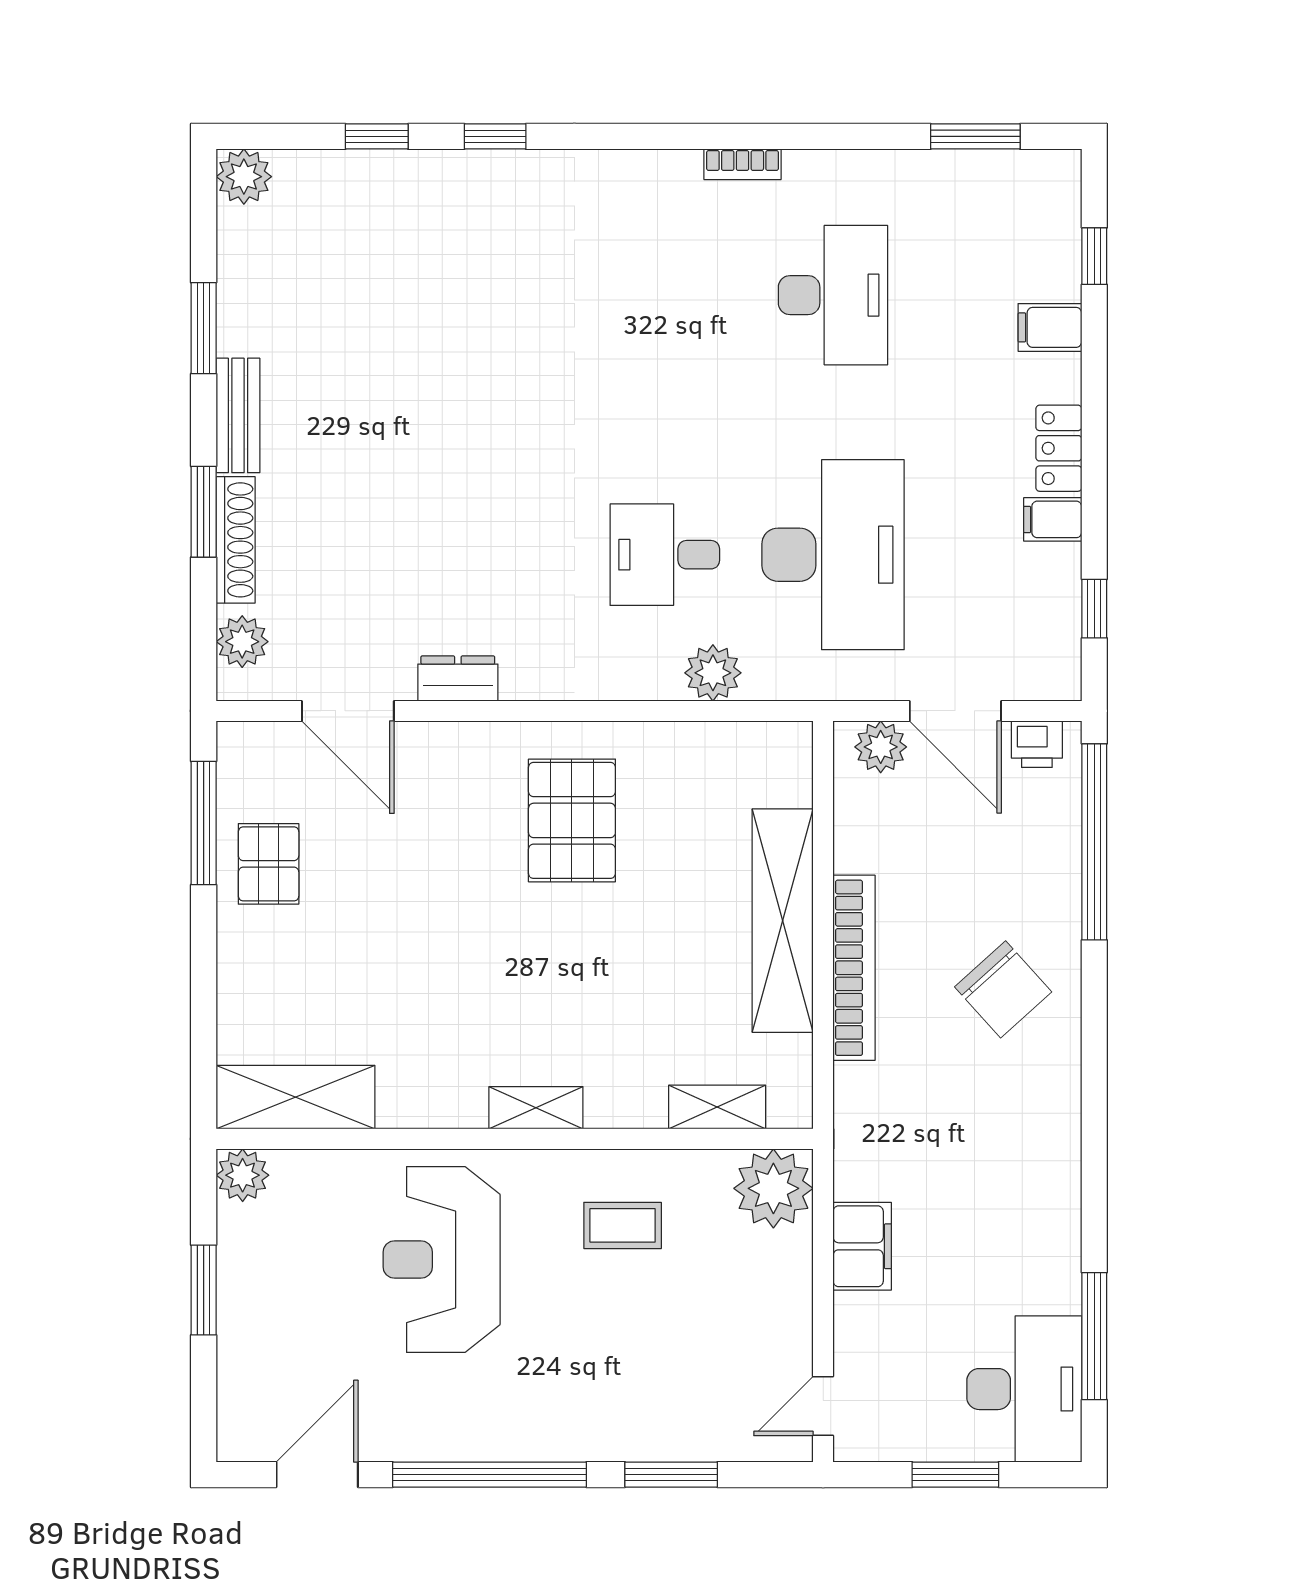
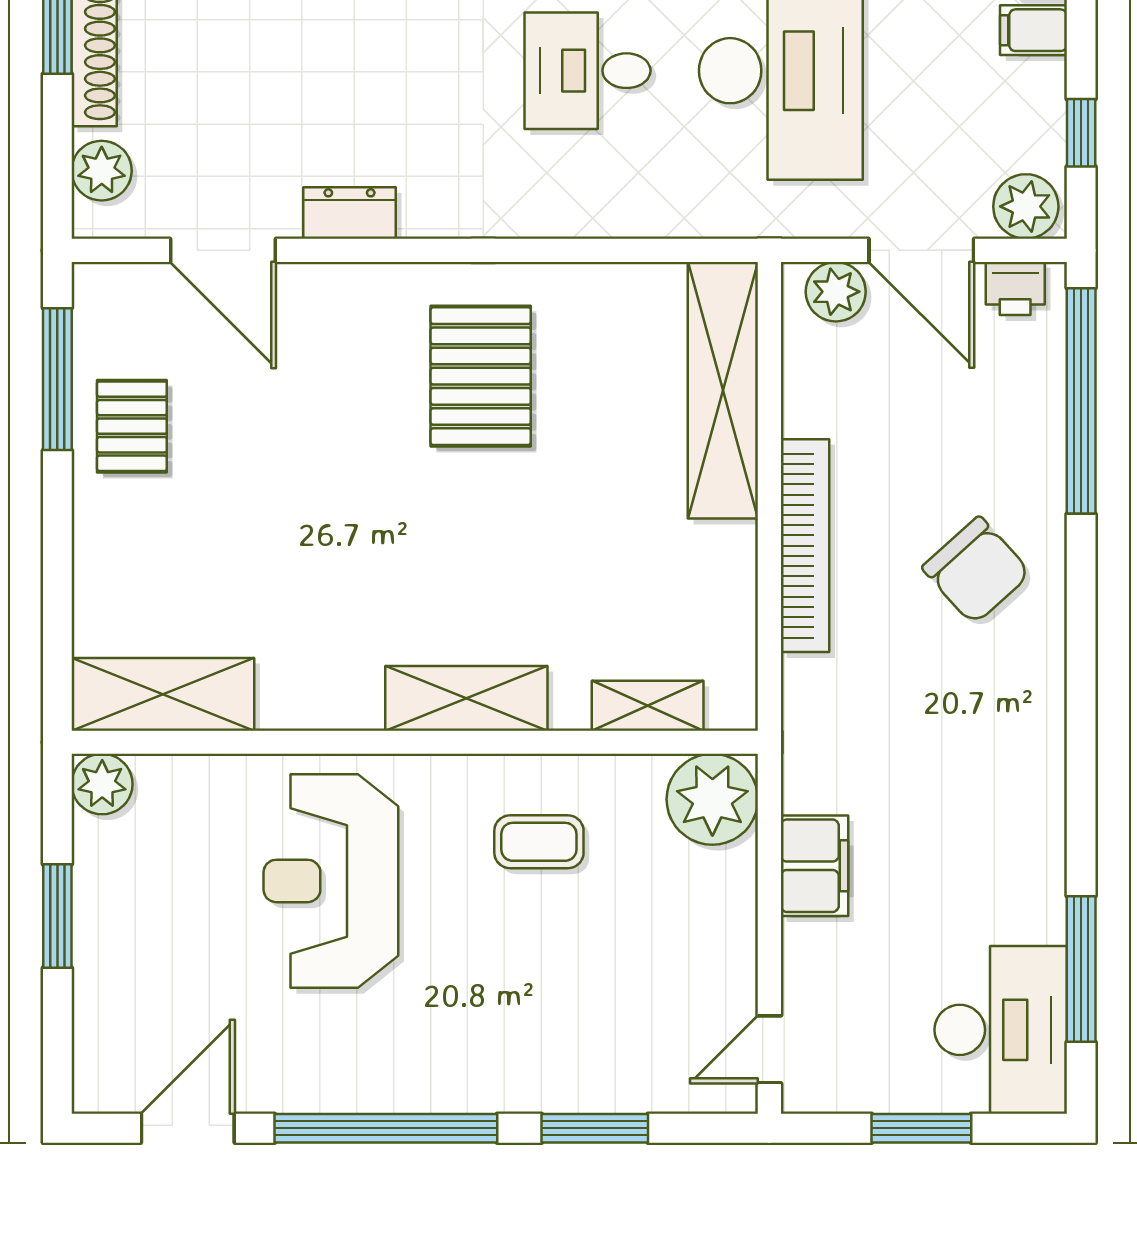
plant: (713, 673) -> (1026, 206), moved
shelving: (783, 921) -> (723, 390), moved
shelving: (536, 1108) -> (466, 698), width x1.50, depth x1.33

